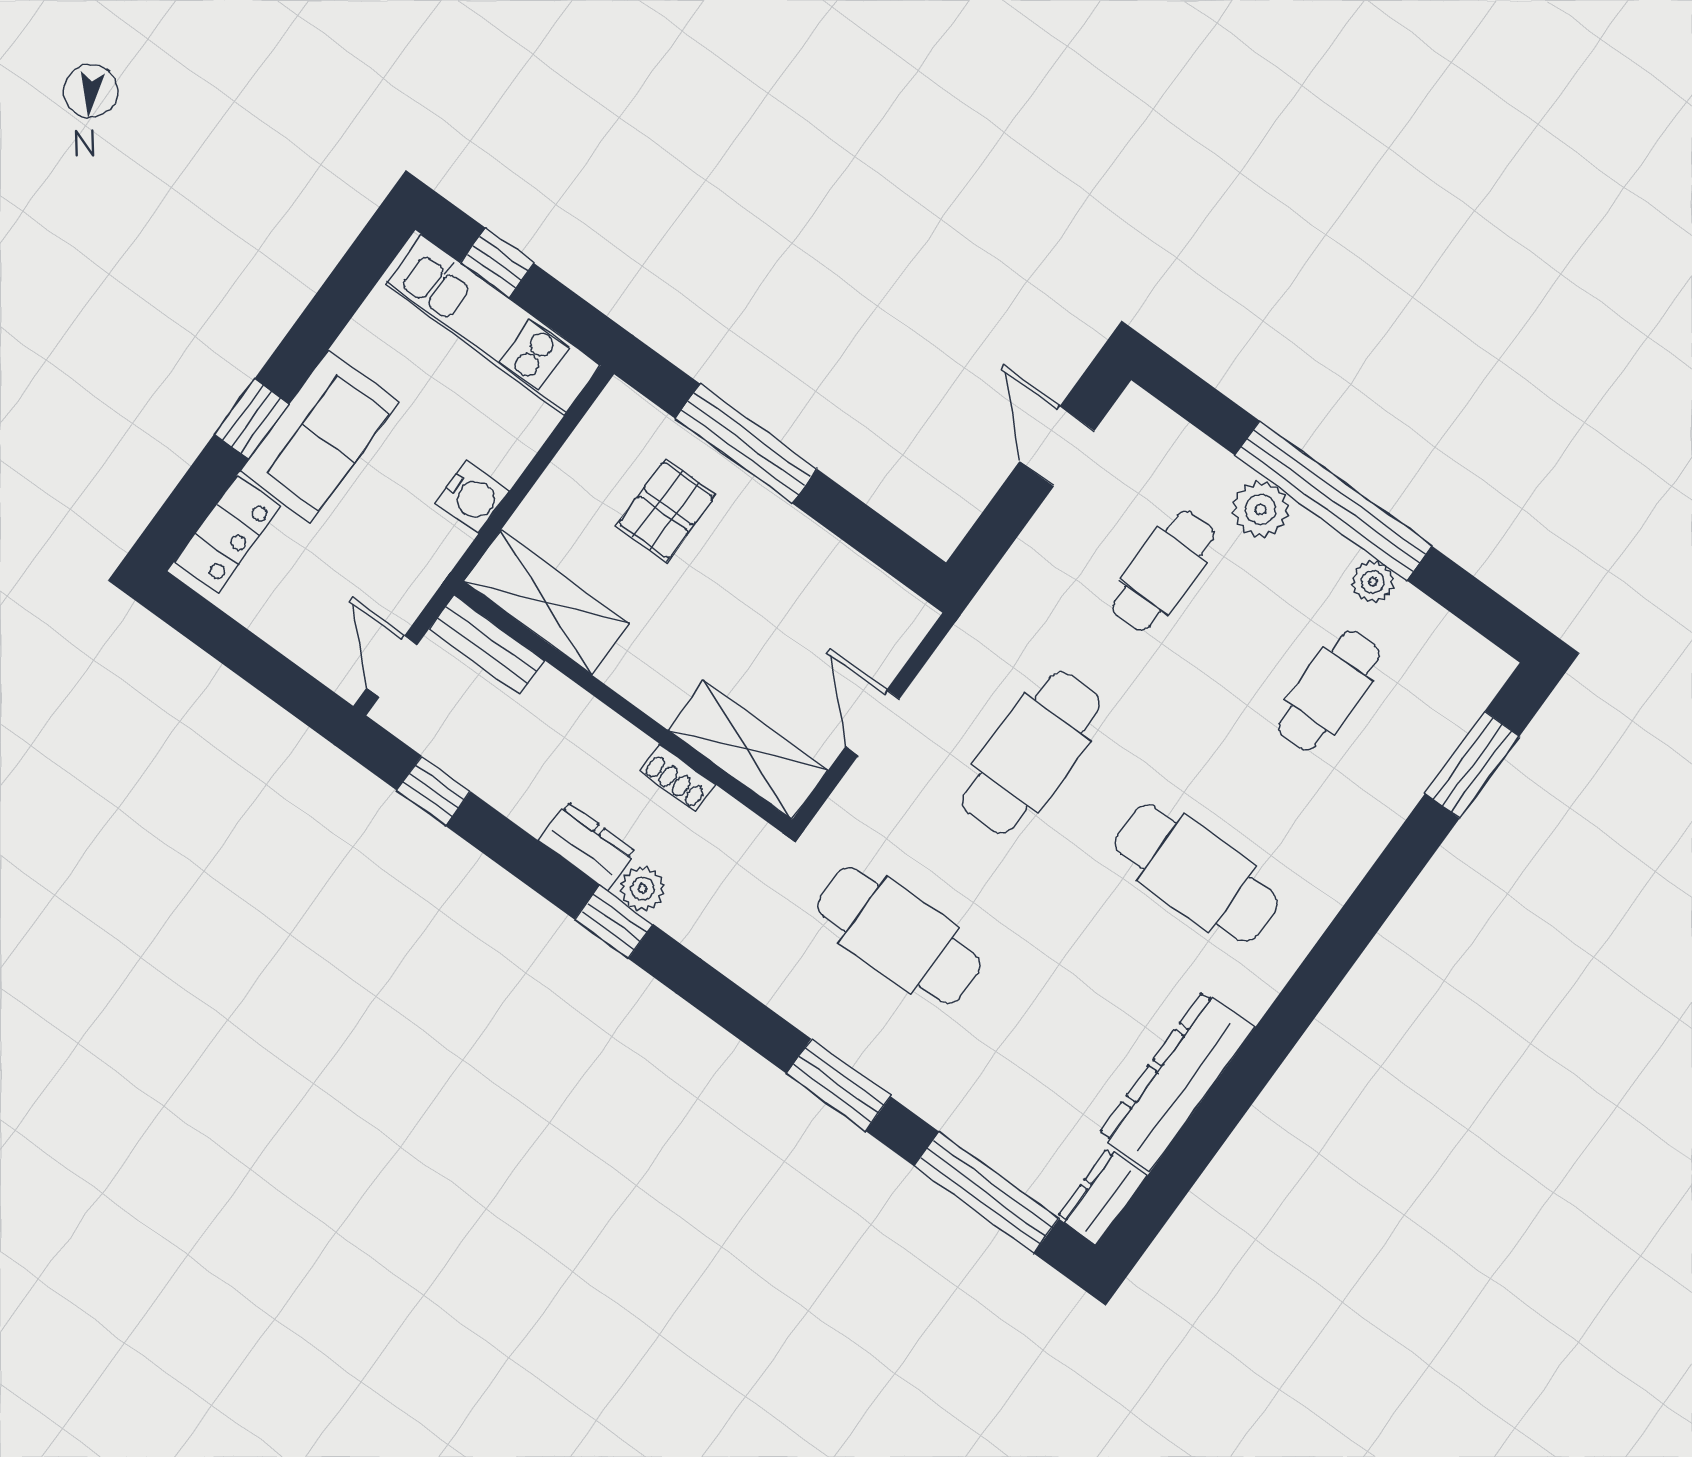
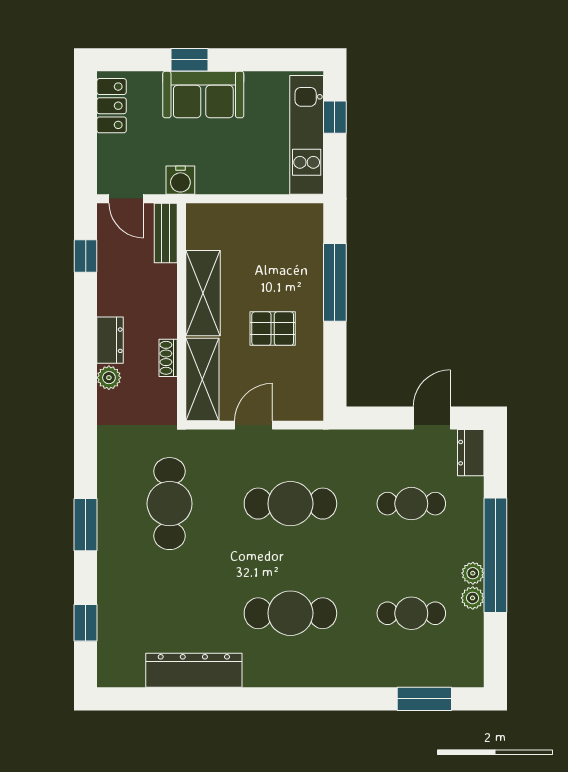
water cooler: (472, 497) -> (180, 180), moved
plant: (1261, 509) -> (473, 573), moved, width x0.73, depth x0.73
pallet: (666, 510) -> (273, 329), moved
locker: (227, 534) -> (112, 106), moved, turned -90
shelving: (547, 603) -> (203, 293), moved
door: (392, 666) -> (126, 199), swing flipped
cafe table: (1196, 873) -> (290, 613), turned 90
window: (614, 922) -> (86, 376), removed
window: (986, 1192) -> (86, 623), width x0.46
dresser: (1102, 1197) -> (471, 453), moved, turned -90

